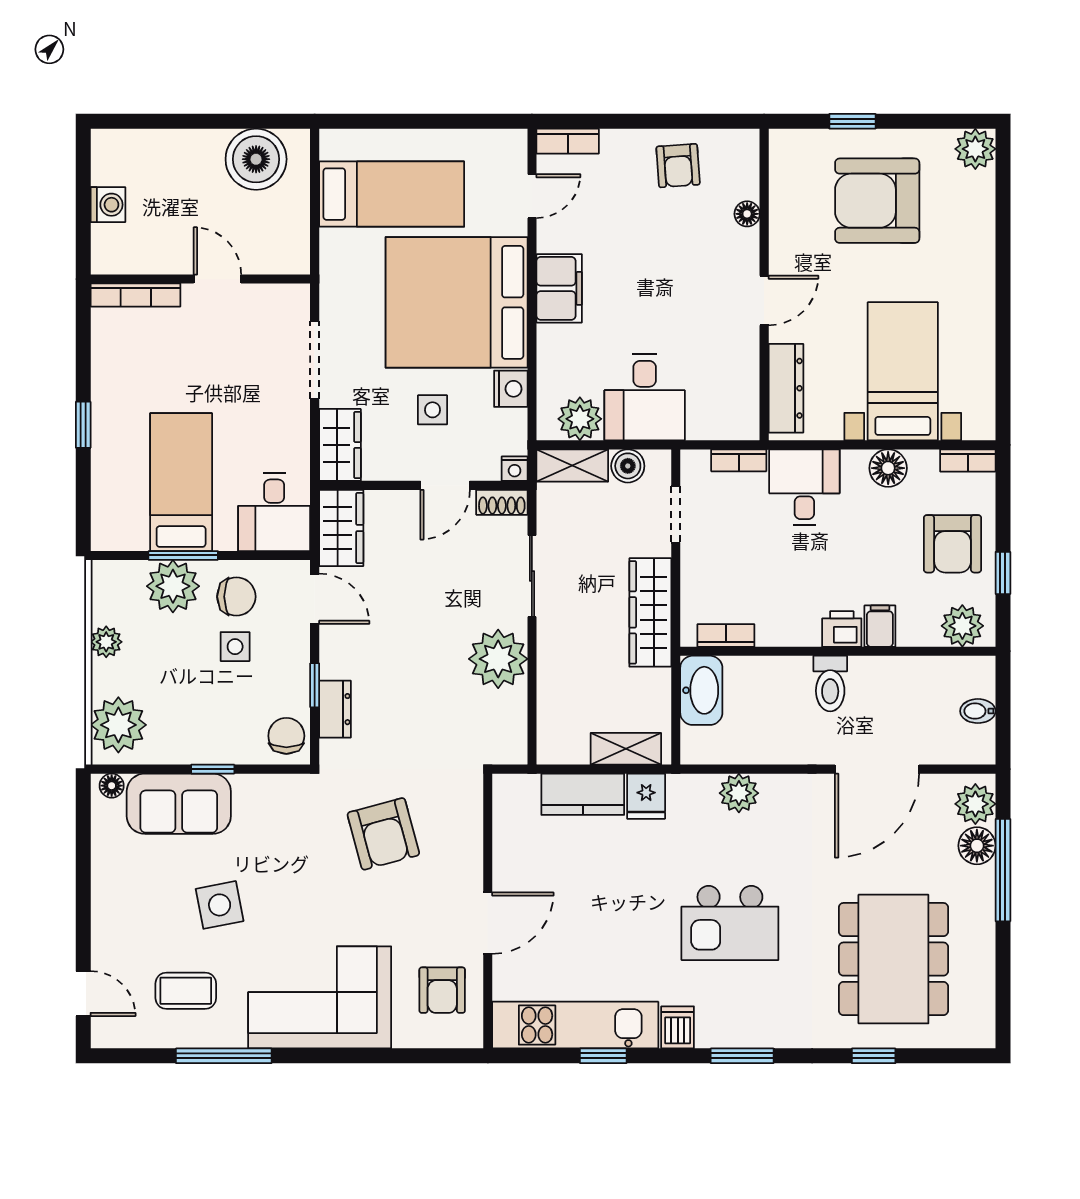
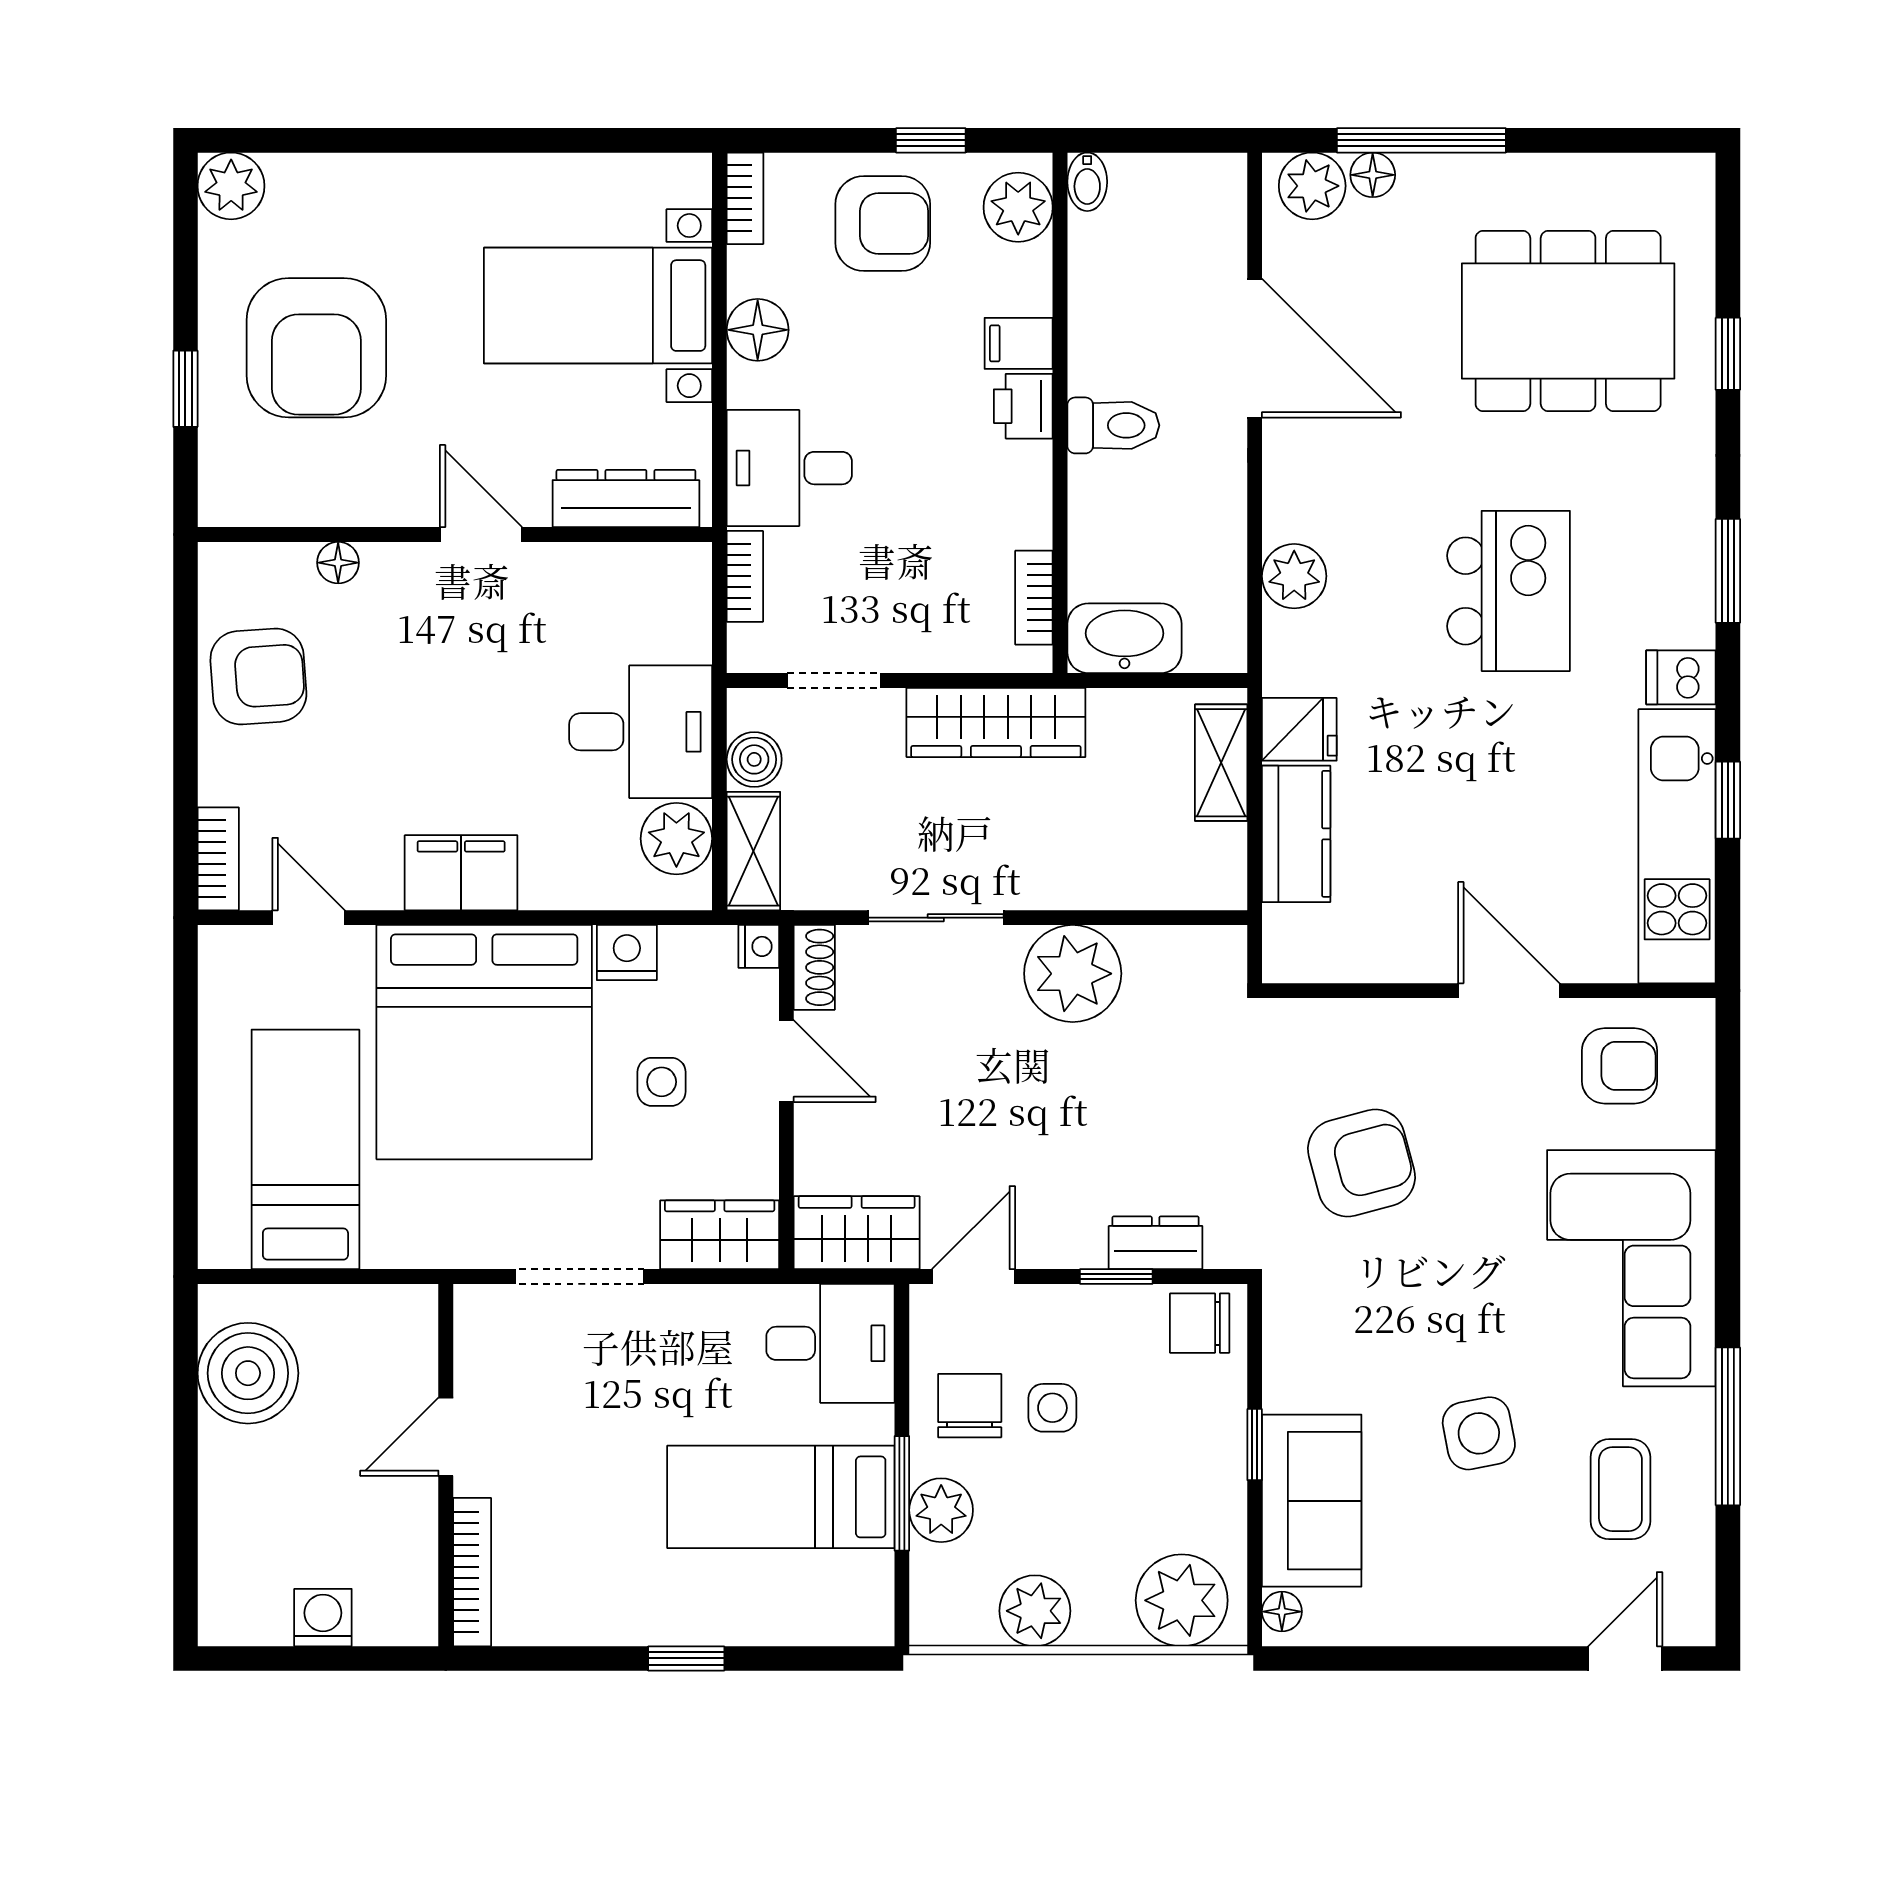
armchair: (678, 166) -> (258, 677), width x1.38, depth x1.38
plant: (173, 586) -> (941, 1510), width x0.73, depth x0.73
plant: (106, 642) -> (1035, 1611), width x1.38, depth x1.38
bidet: (978, 711) -> (1087, 182), moved
floor lamp: (977, 846) -> (1373, 175), width x0.73, depth x0.73

